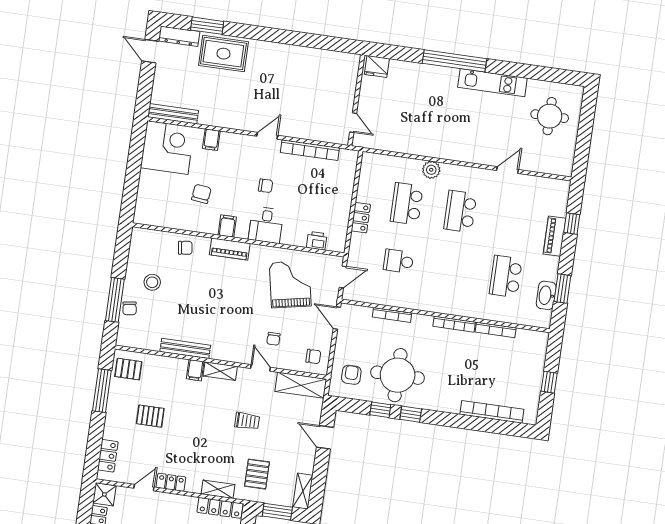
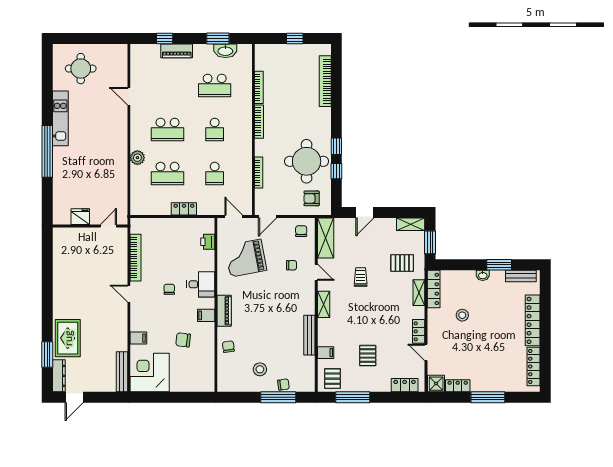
fridge: (377, 66) -> (80, 217), moved, turned -90
school desk: (452, 269) -> (215, 130), added
door: (261, 368) -> (316, 272), swing flipped
filing cabinet: (195, 370) -> (326, 353), moved

